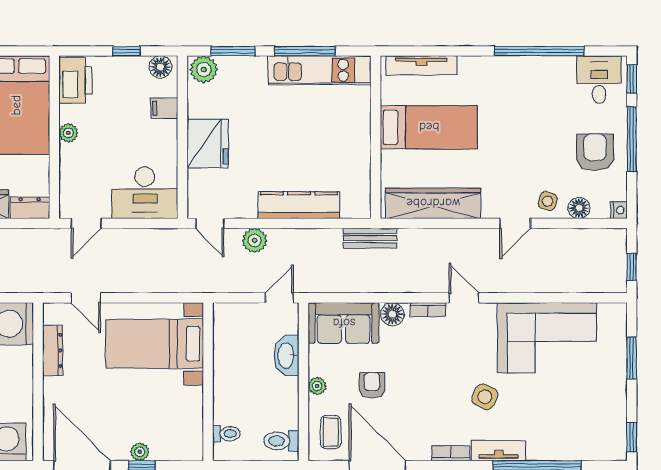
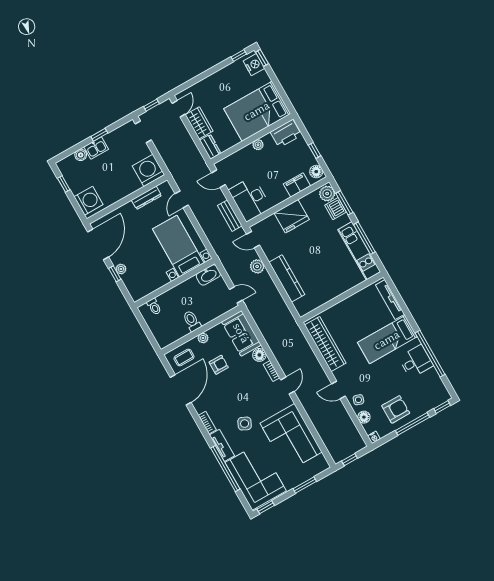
dishwasher: (234, 70) -> (336, 209), added
desk: (599, 80) -> (416, 361), moved
filing cabinet: (164, 108) -> (297, 185), width x2.00
bed: (429, 127) -> (387, 340), moved, turned 90
door: (210, 223) -> (253, 240), hinge flipped
bench: (370, 238) -> (230, 216), moved
washbasin: (286, 355) -> (208, 275), moved, turned 180
corner sofa: (576, 426) -> (256, 477), added
toilet: (281, 441) -> (192, 321), moved

